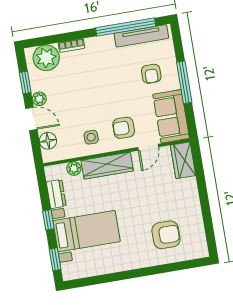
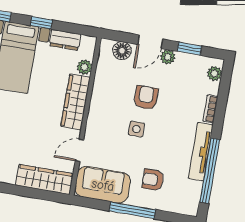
tv unit: (141, 36) -> (201, 152), moved
plant: (46, 58) -> (215, 74), width x0.53, depth x0.53
armchair: (124, 128) -> (146, 98), moved
side table: (91, 137) -> (136, 129), moved
door: (148, 147) -> (79, 150), hinge flipped
wardrobe: (183, 160) -> (44, 179), width x1.50

